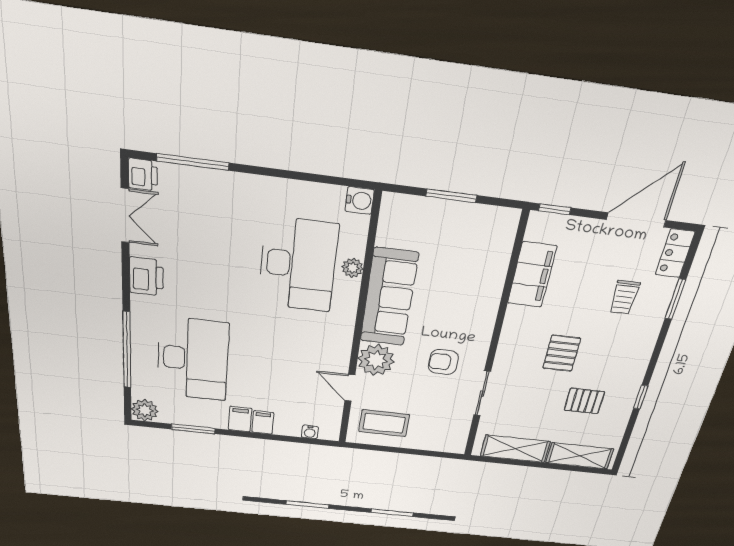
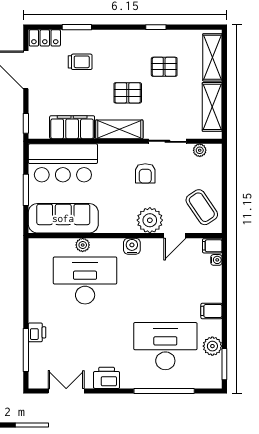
printer: (143, 175) -> (37, 332), moved, turned 90
water cooler: (360, 201) -> (132, 246), moved
bar counter: (482, 255) -> (63, 163), added
sofa: (389, 297) -> (63, 218), moved
shelving: (513, 337) -> (119, 129), added
pallet: (584, 401) -> (164, 67), turned 90
plant: (145, 410) -> (212, 346), moved
filing cabinet: (263, 422) -> (212, 246), moved
coffee table: (384, 423) -> (202, 207), turned -34
window: (193, 429) -> (224, 364), moved
plant: (461, 429) -> (200, 150), added

